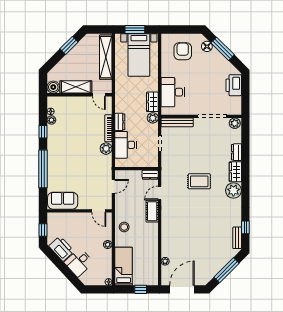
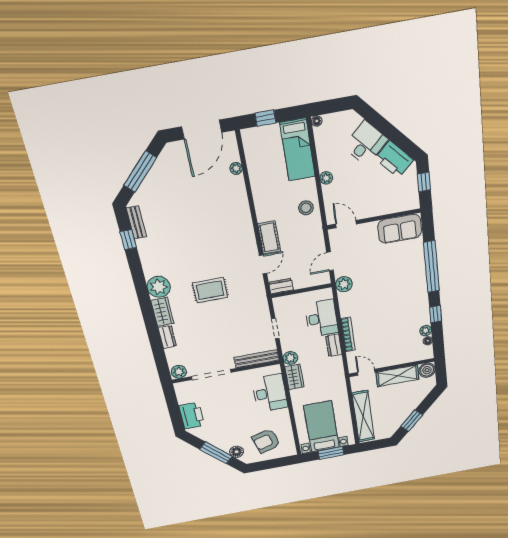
armchair: (183, 51) -> (266, 441), turned 74
plant: (106, 149) -> (344, 284), moved

